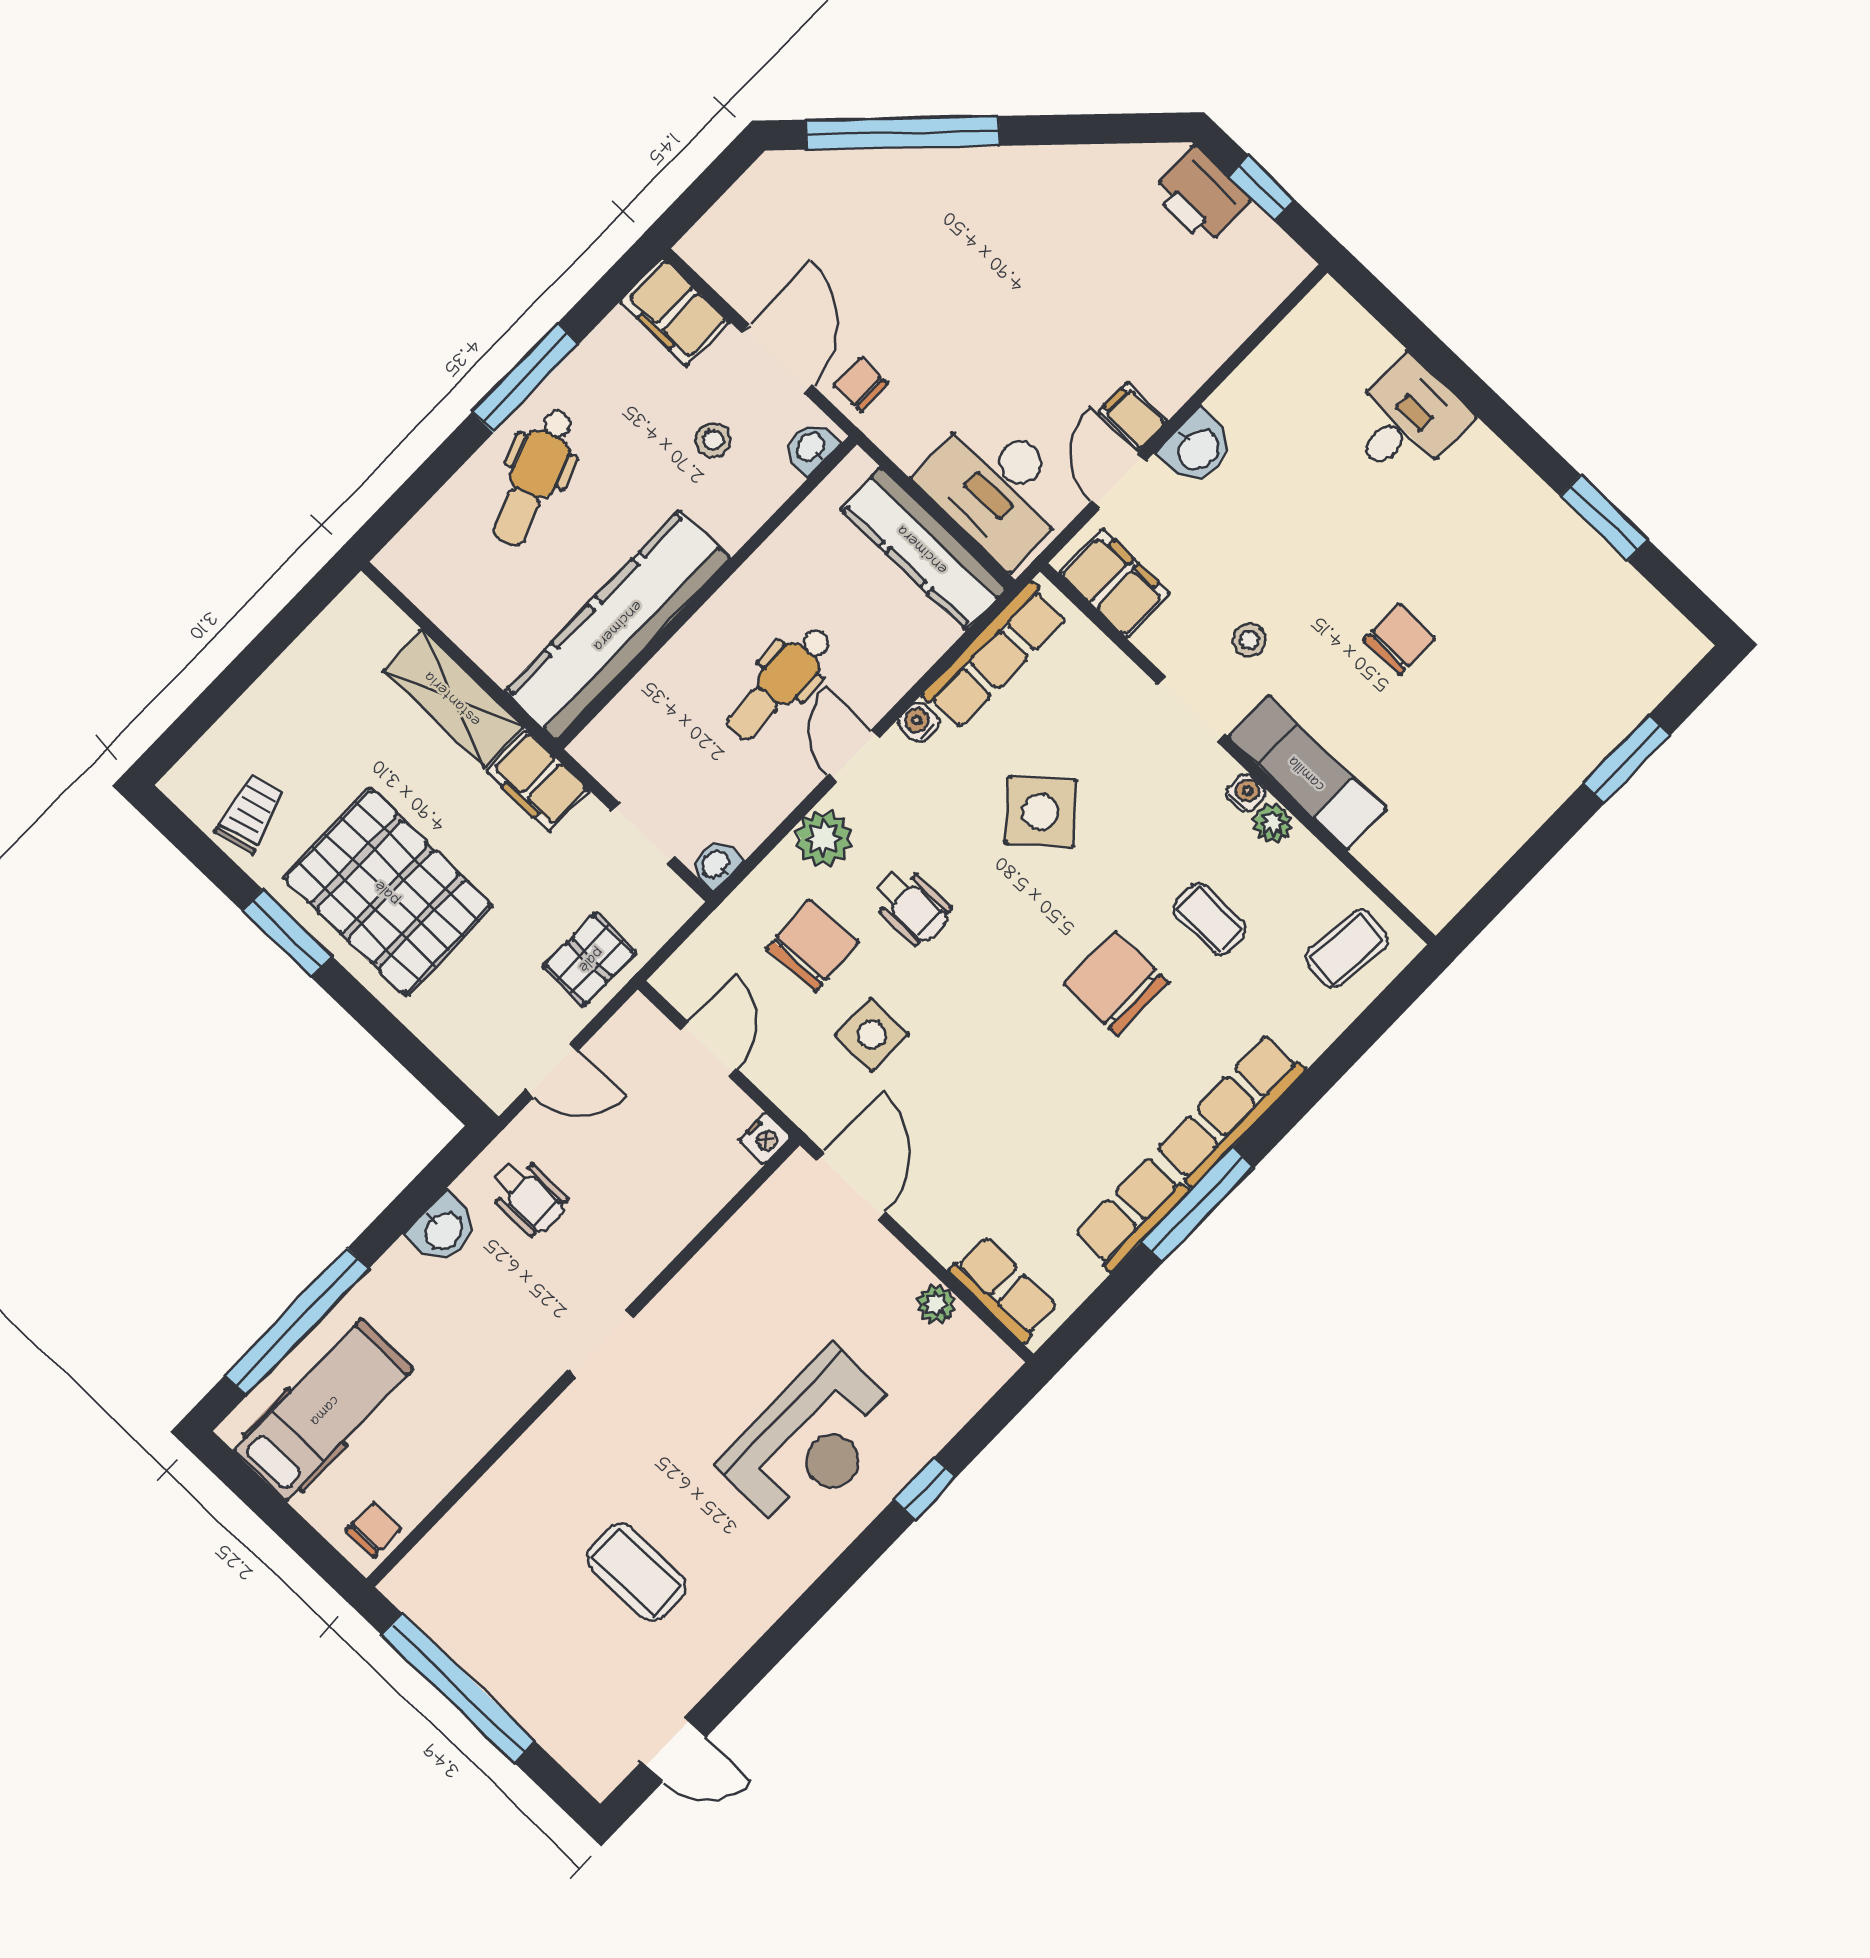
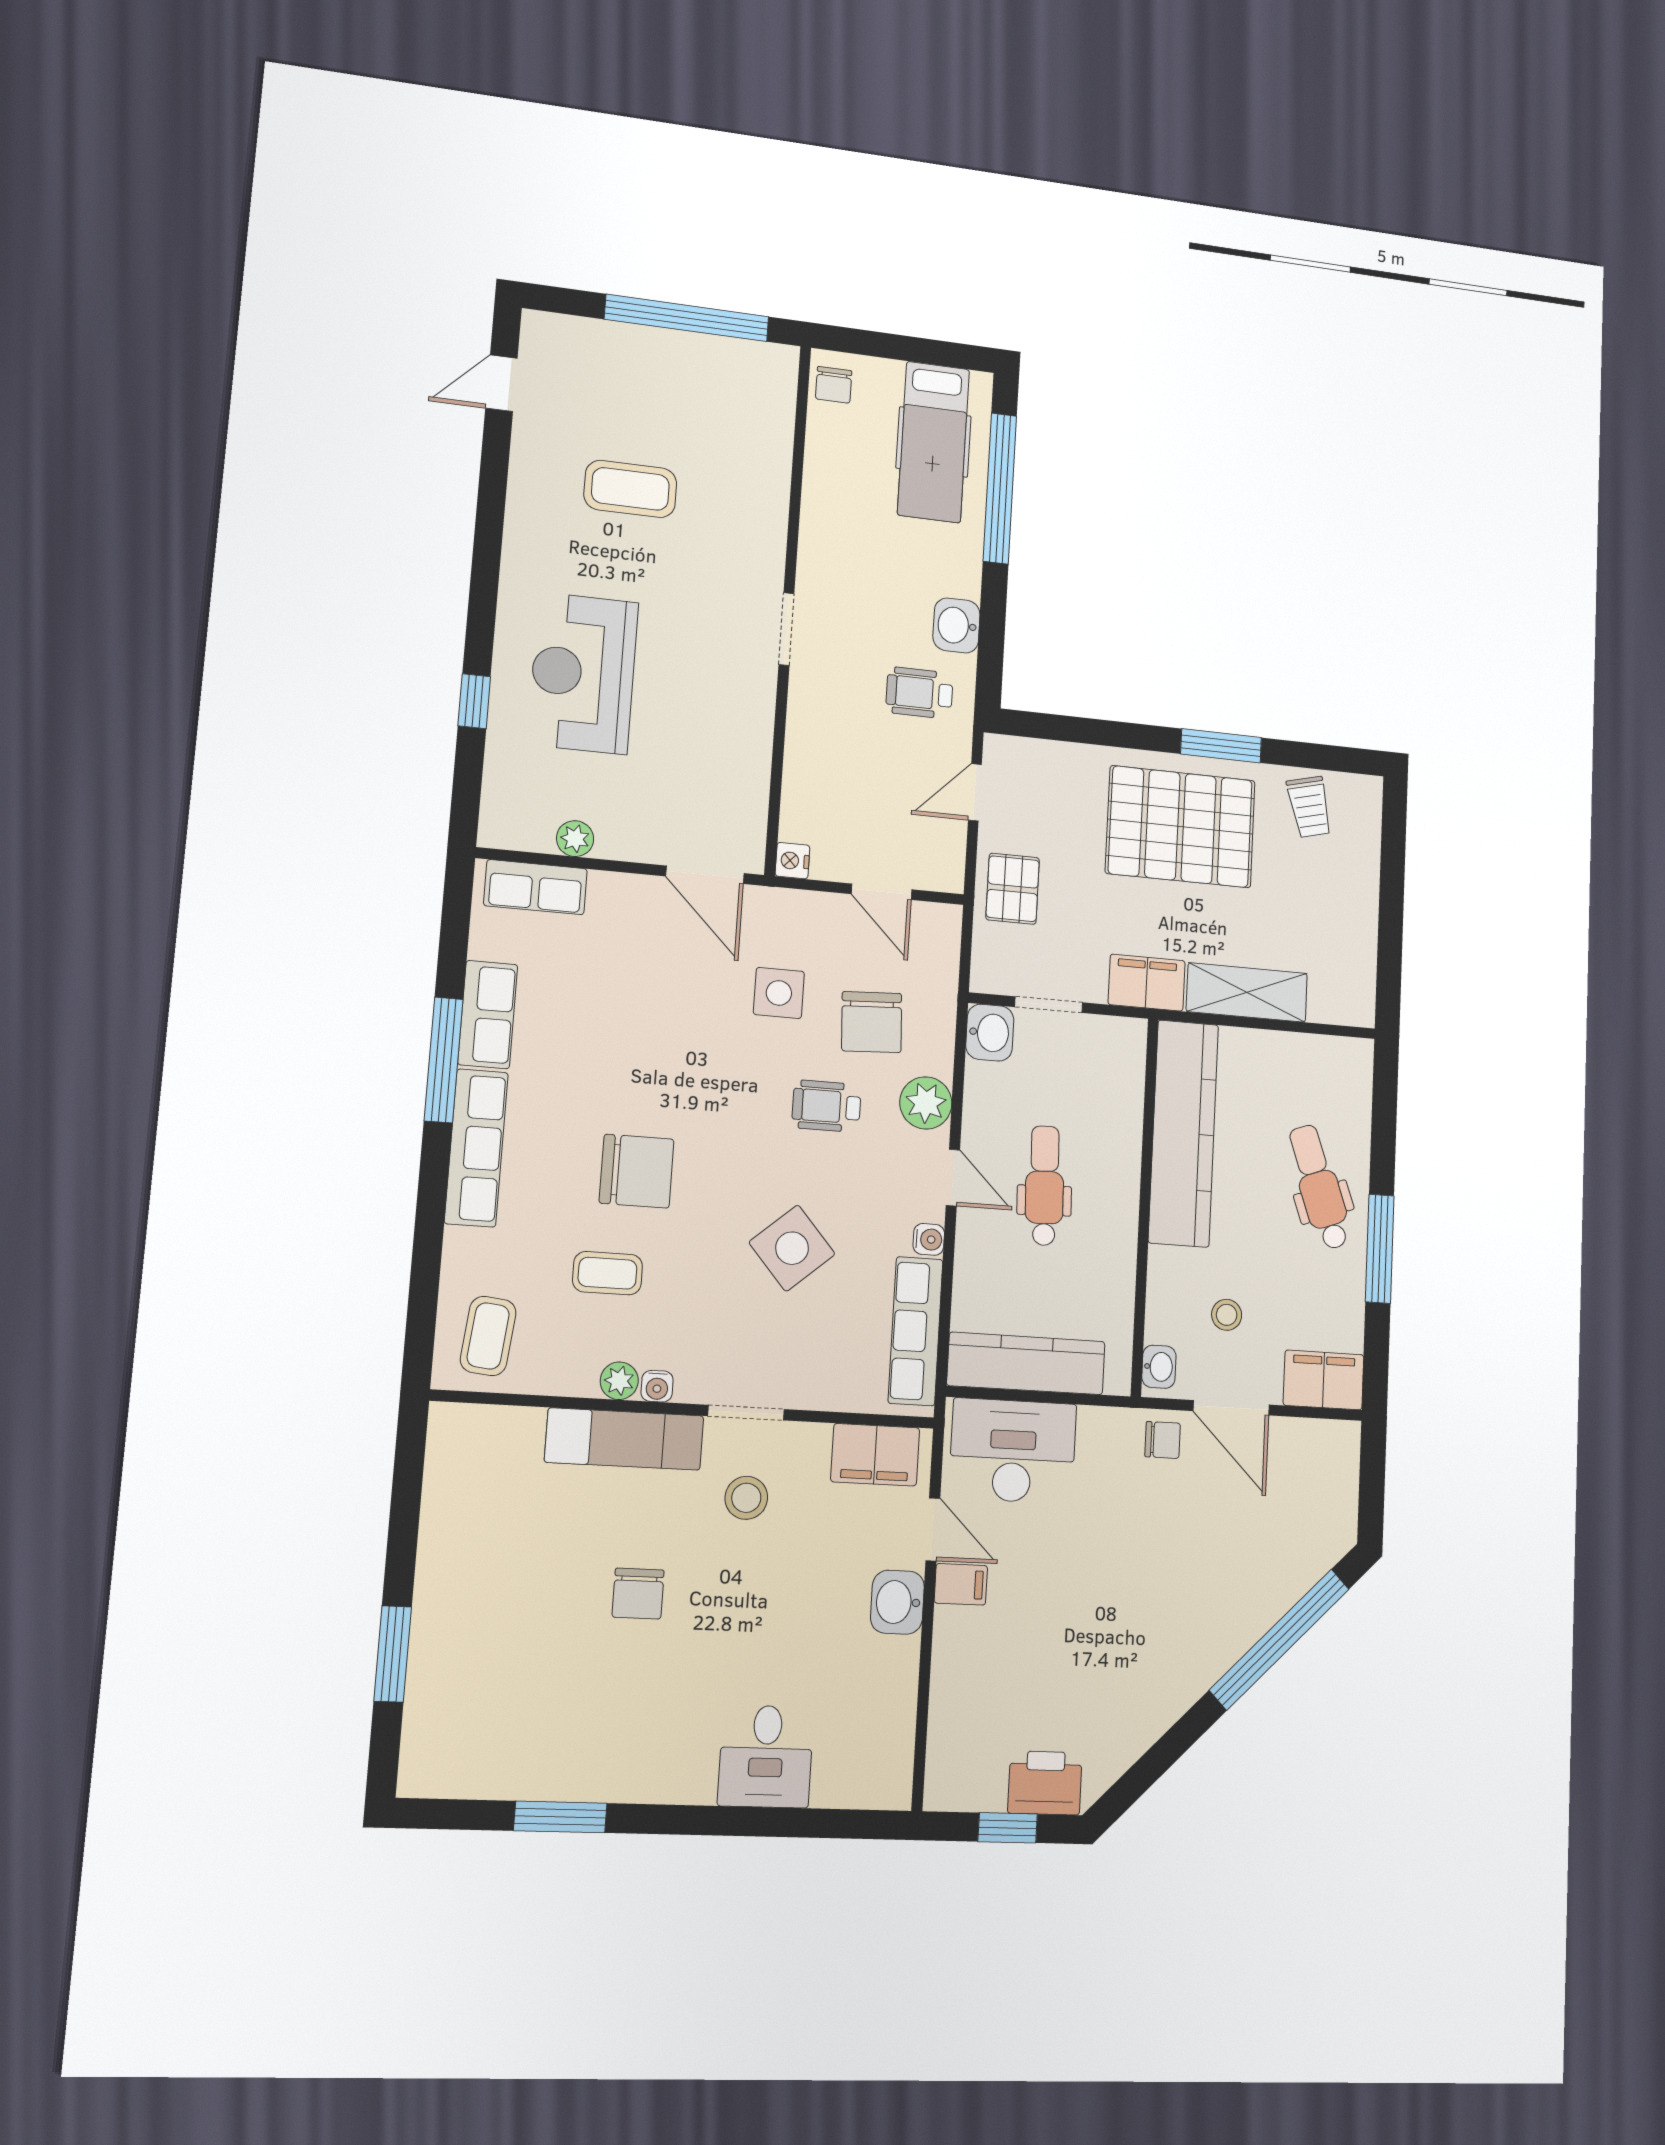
stool: (1249, 640) -> (746, 1498), width x1.37, depth x1.37
washbasin: (716, 864) -> (990, 1033), width x1.38, depth x1.45

